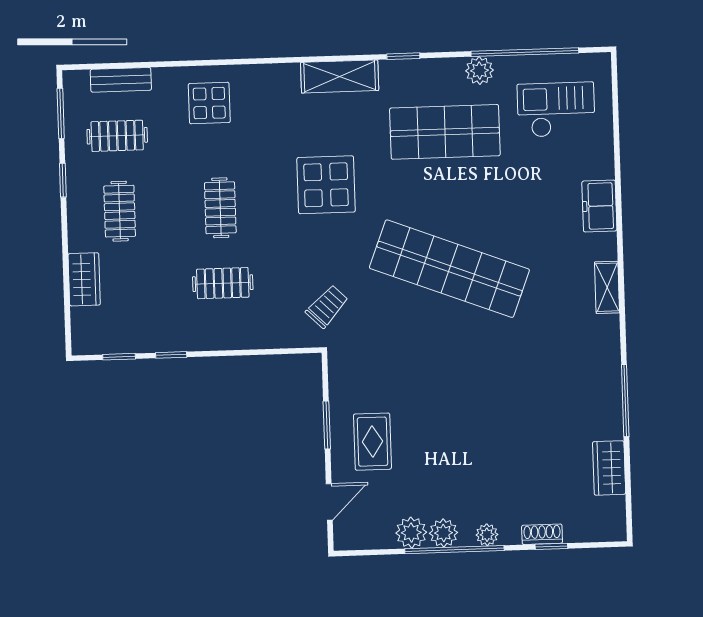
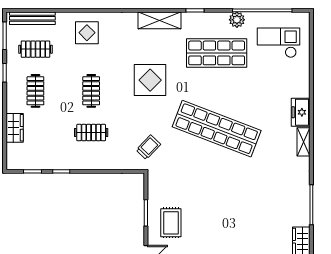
bench: (121, 80) -> (32, 18), width x1.36
freezer: (599, 206) -> (301, 112), moved

